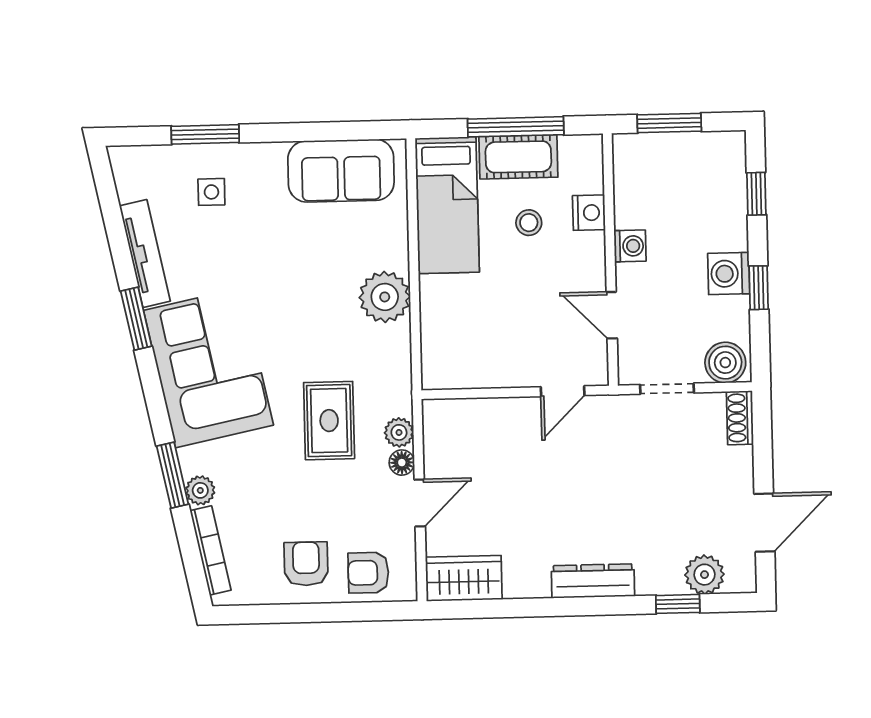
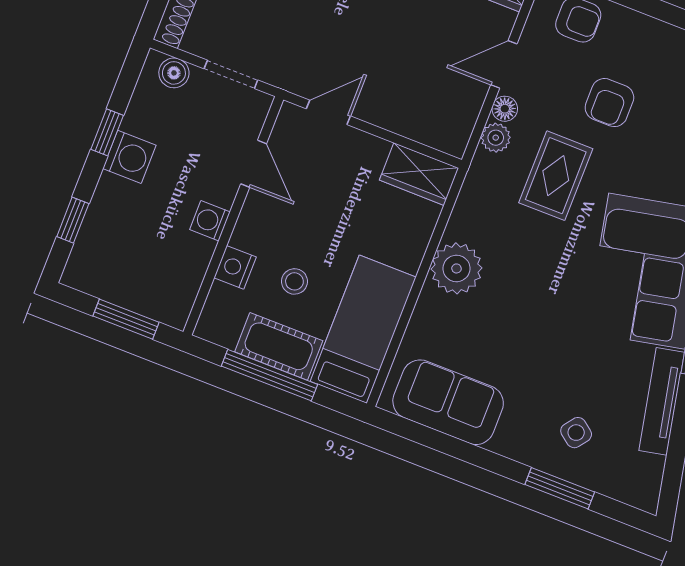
side table: (211, 192) -> (576, 433), turned 37
boiler: (725, 363) -> (174, 73), width x0.73, depth x0.73
wardrobe: (455, 369) -> (419, 174), added
armchair: (306, 564) -> (609, 103), moved

